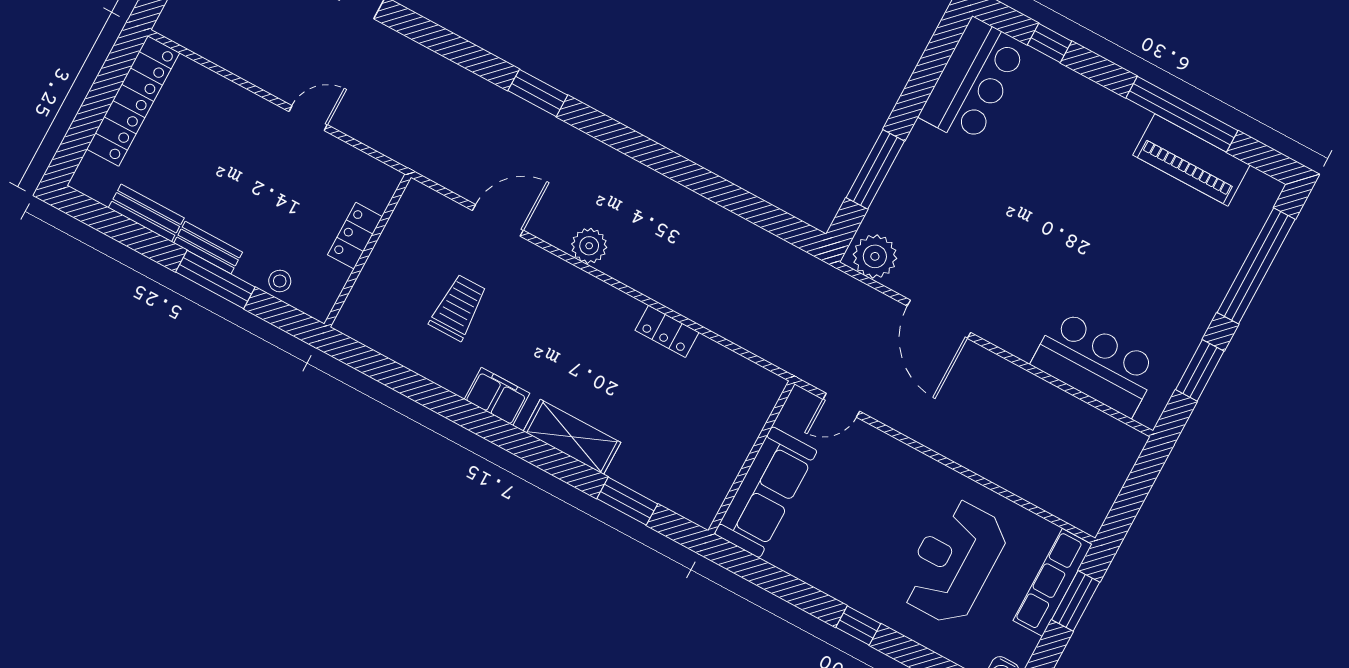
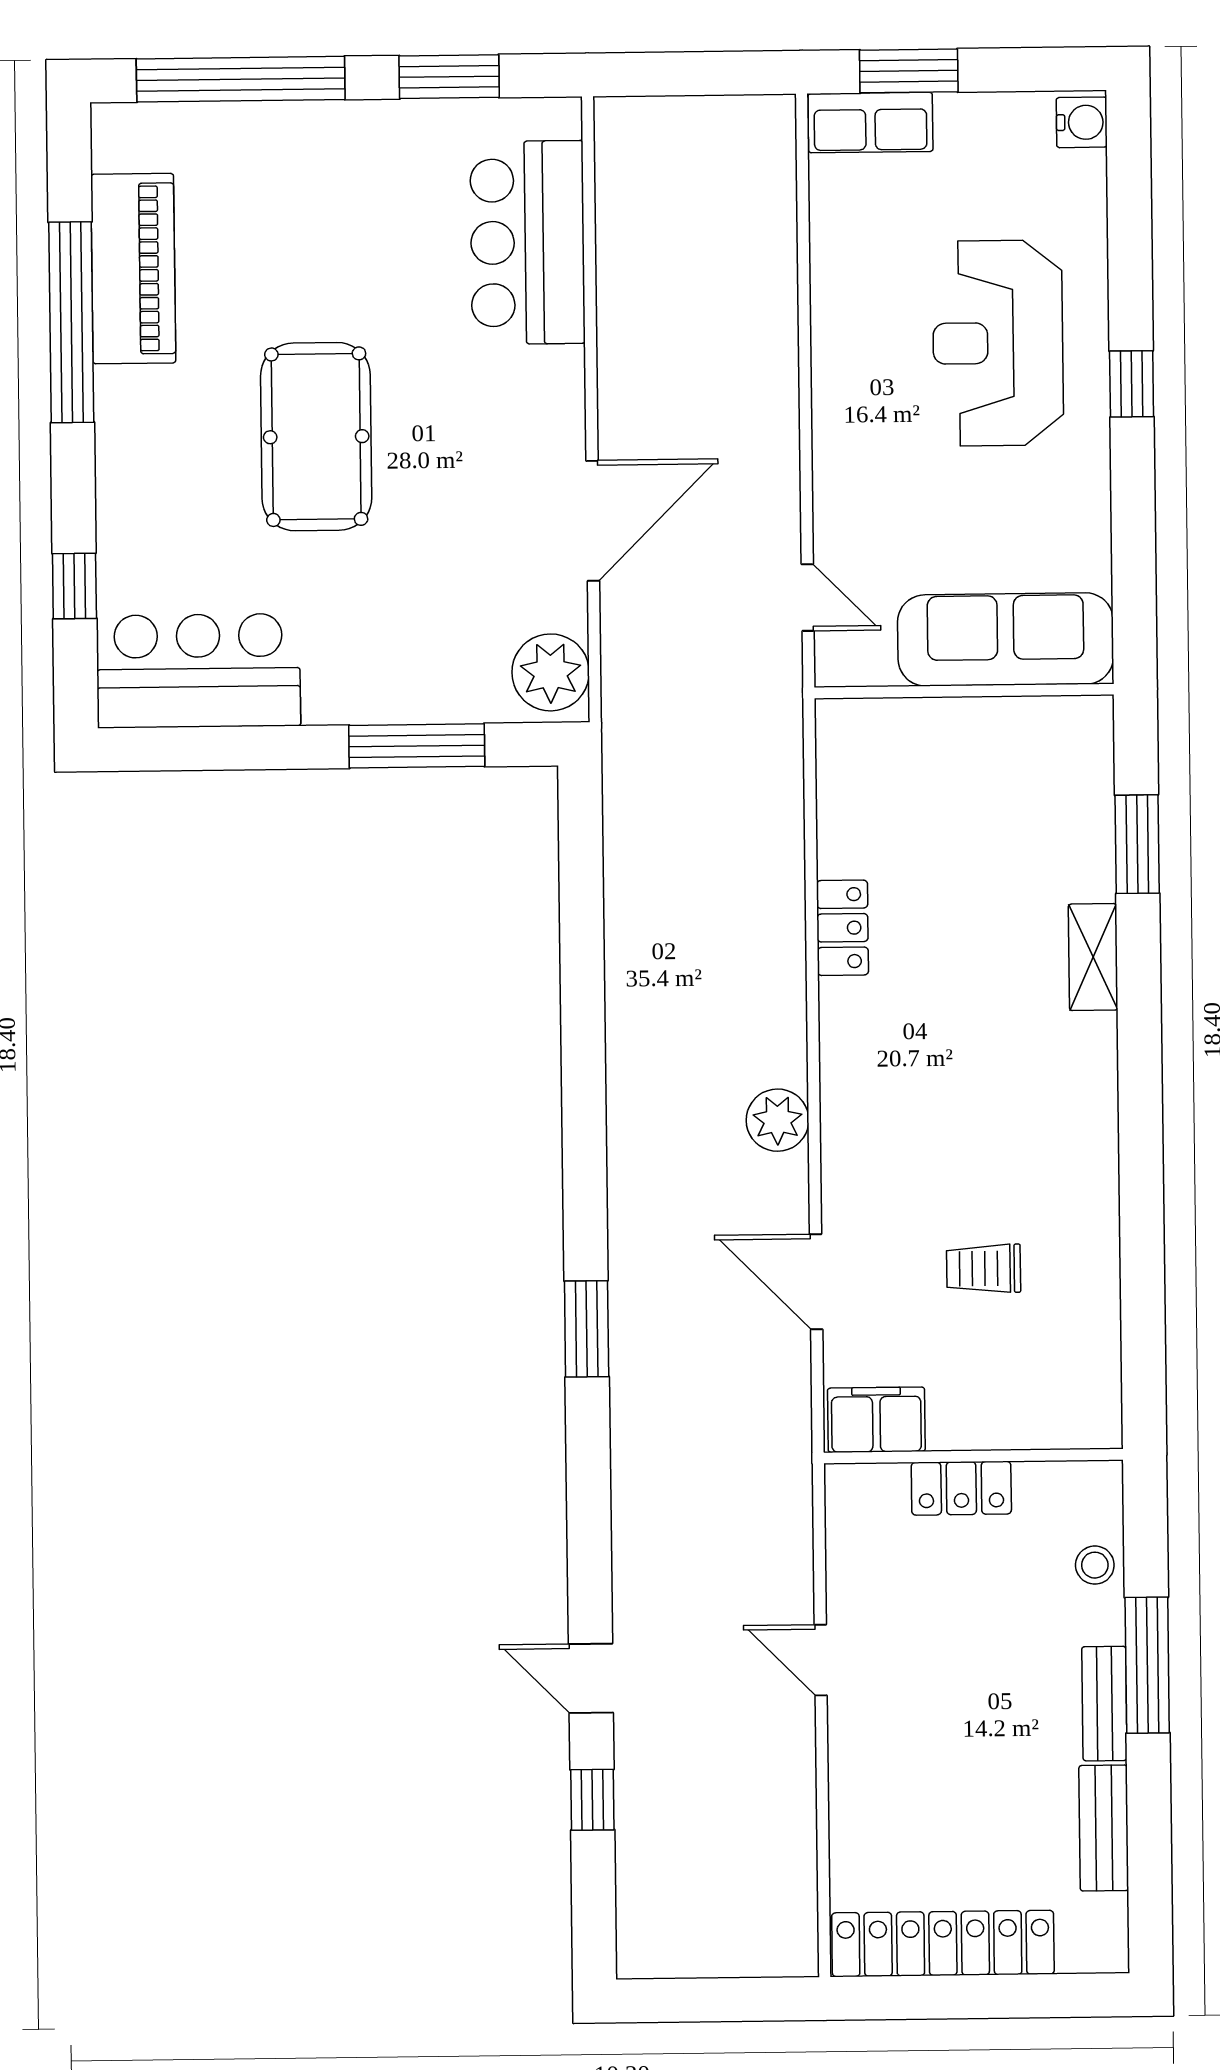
pool table: (1057, 205) -> (316, 437), added
trolley: (458, 307) -> (984, 1269), width x0.73, depth x0.72
filing cabinet: (497, 396) -> (876, 1420), moved, turned 90
shelving: (572, 437) -> (1093, 957), width x0.67, depth x0.75
reception desk: (954, 562) -> (998, 343), moved, turned 90
row of seats: (1053, 583) -> (870, 123), width x0.68

